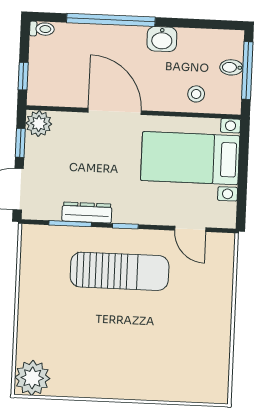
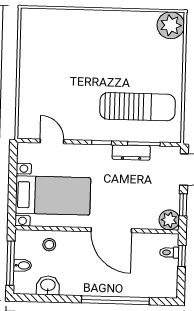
toilet: (42, 29) -> (169, 252), moved
washbasin: (162, 39) -> (48, 285), moved
sun lounger: (120, 271) -> (138, 107), moved, turned 180

